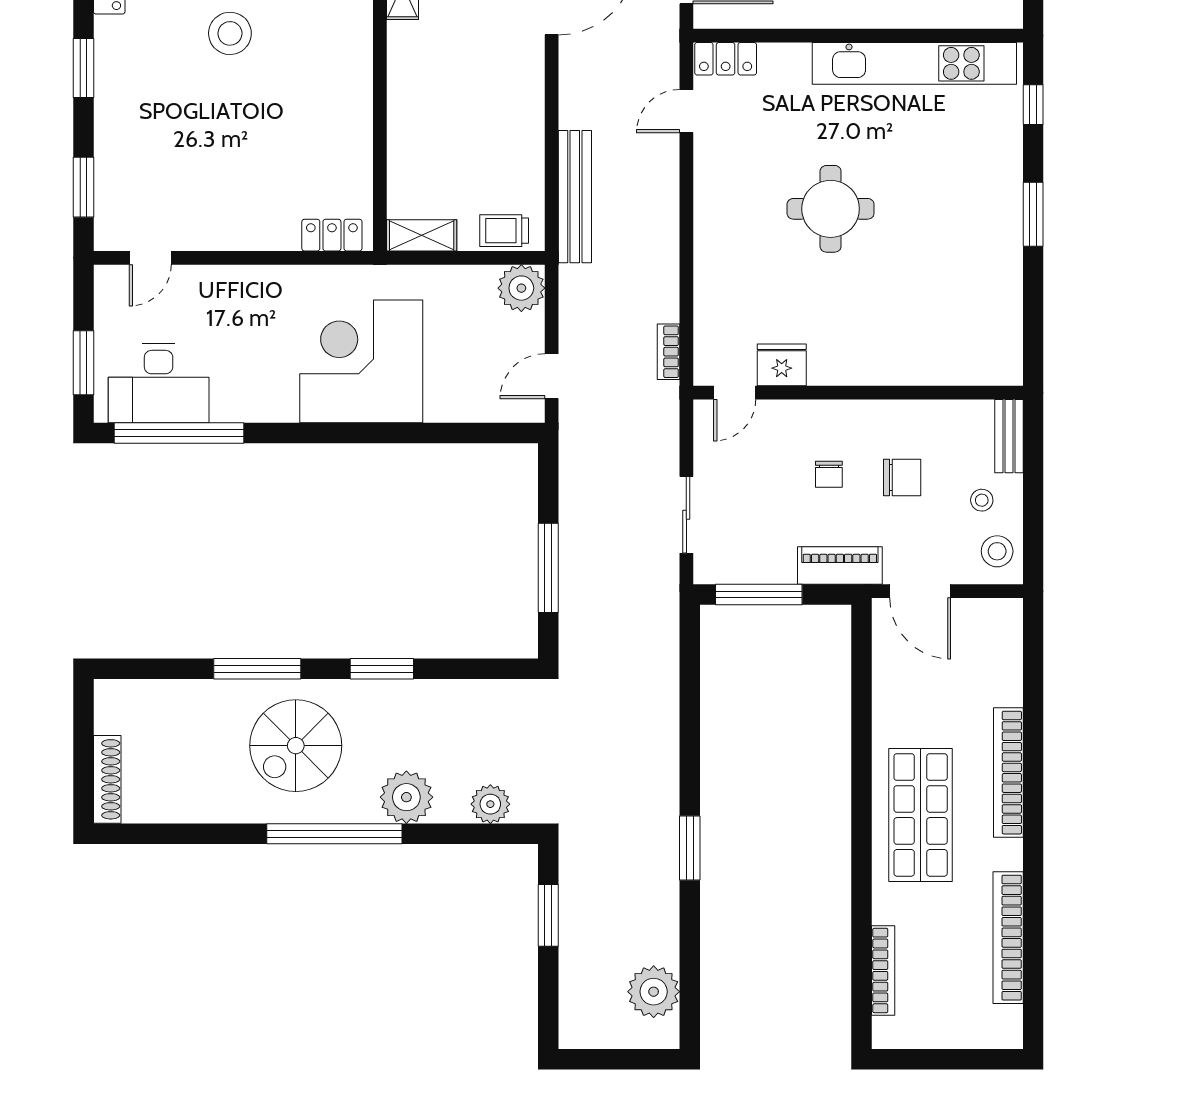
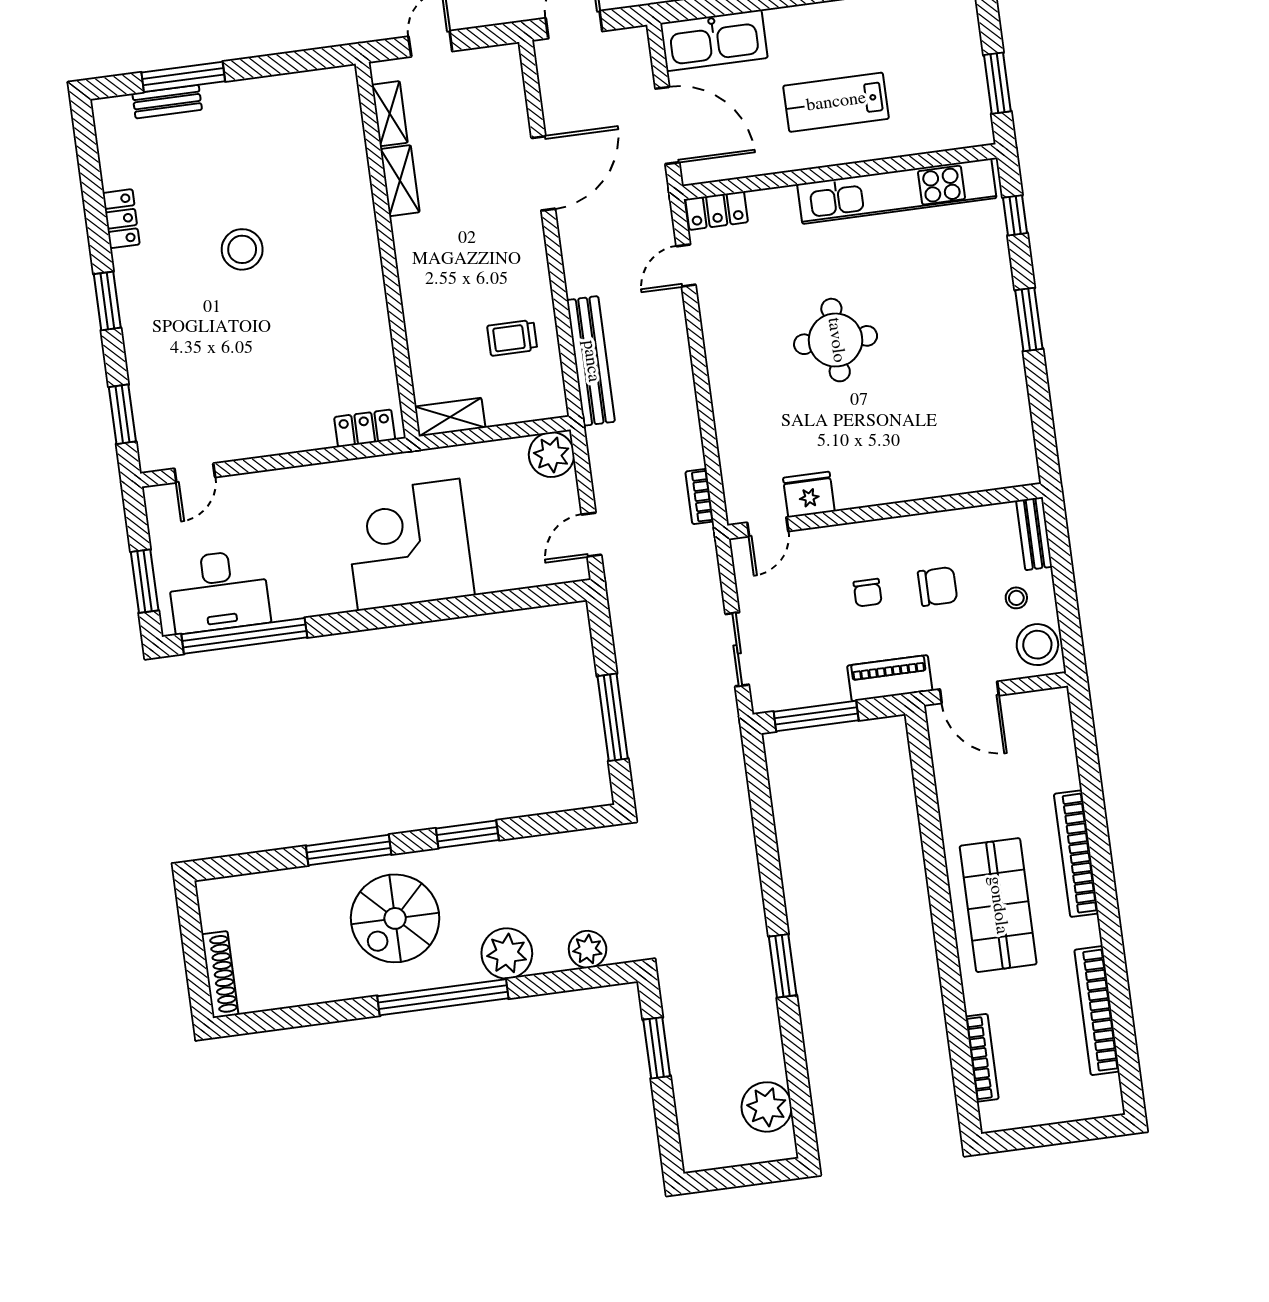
trolley: (504, 231) -> (512, 338), moved
stool: (997, 551) -> (1037, 645), width x1.38, depth x1.38

